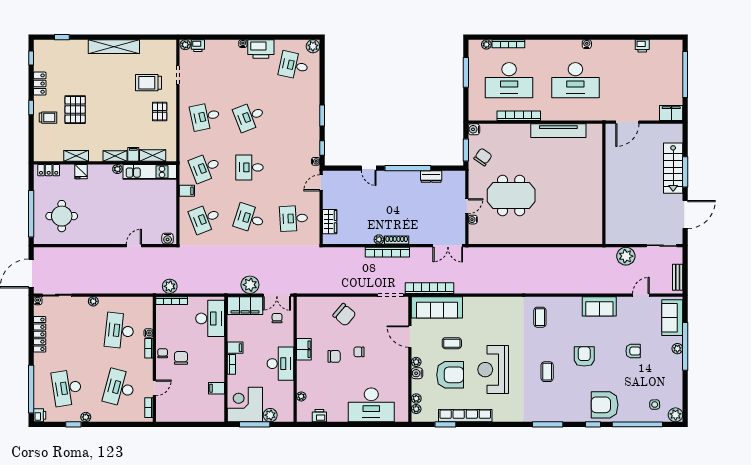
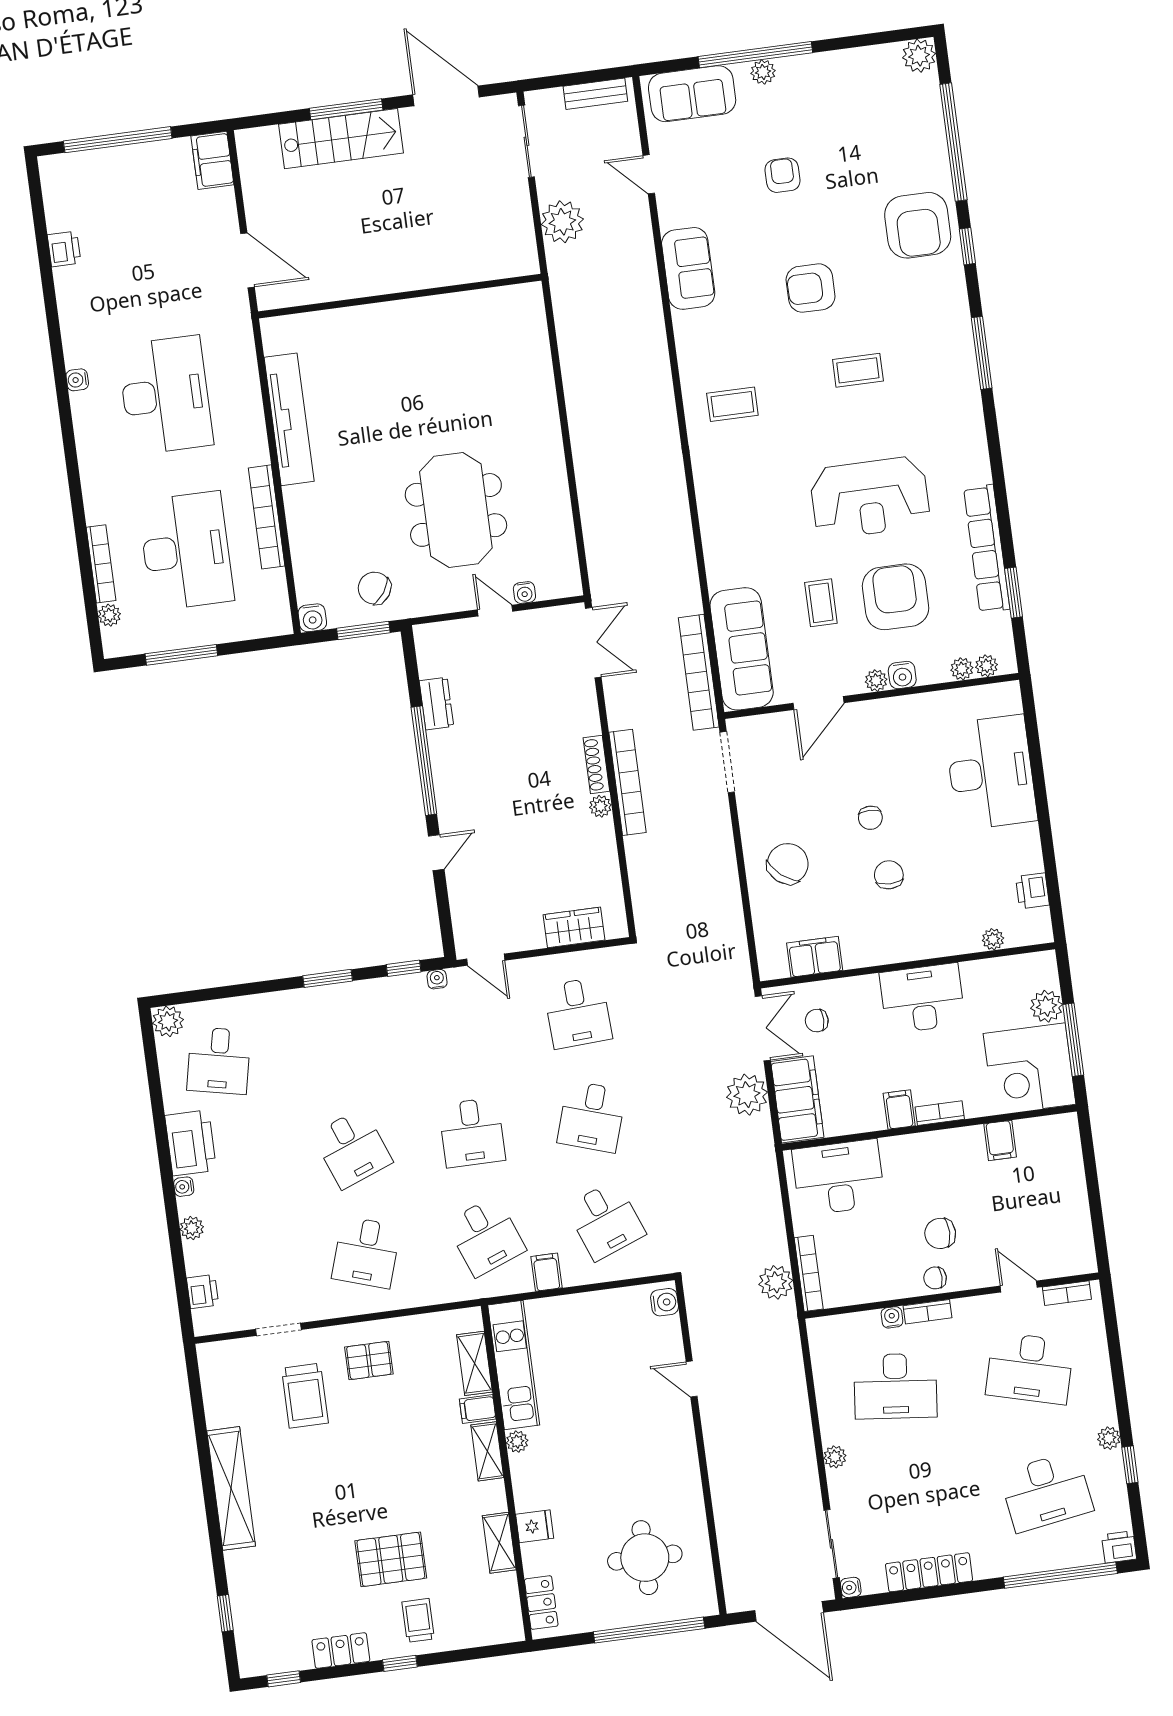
plant: (185, 45) -> (192, 1228), moved
desk: (205, 116) -> (366, 1252), turned 30
filing cabinet: (304, 349) -> (815, 957), moved
side table: (655, 405) -> (901, 108), removed

